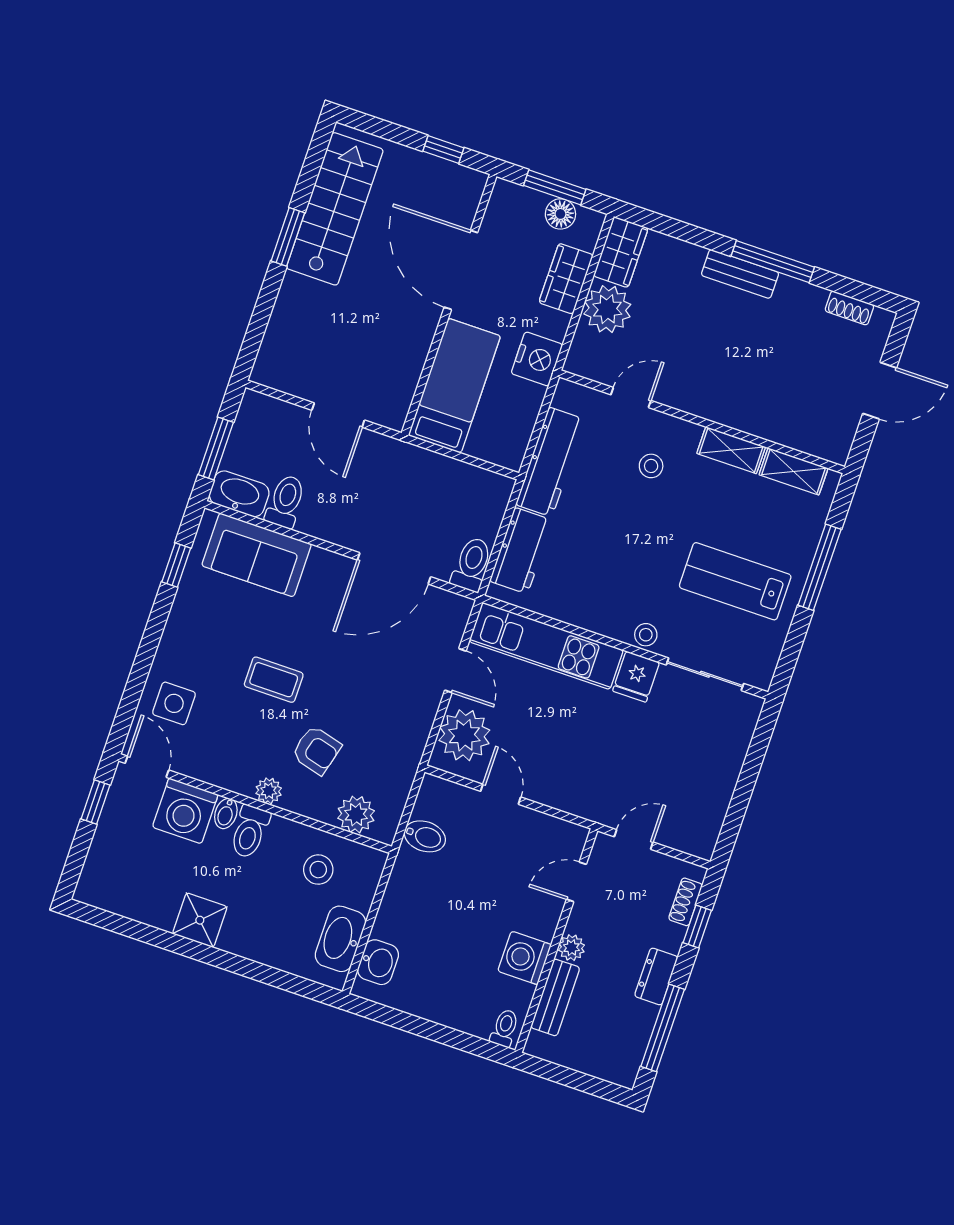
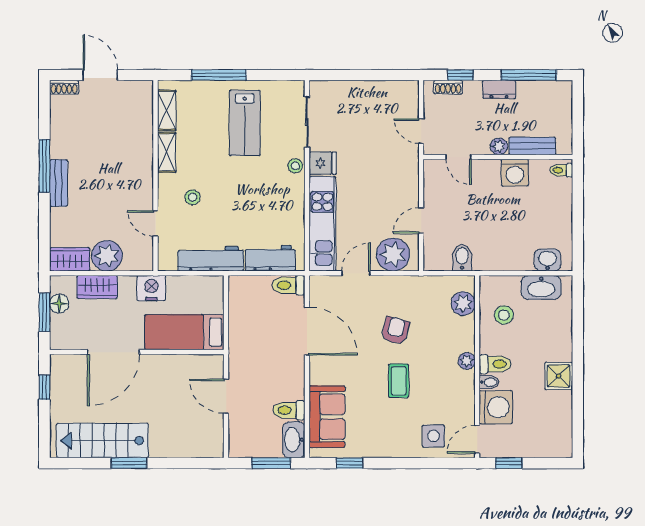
shoe rack: (849, 308) -> (64, 87), moved, turned 90
door: (338, 415) -> (226, 396), swing flipped
armchair: (316, 750) -> (395, 331), moved

